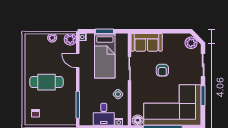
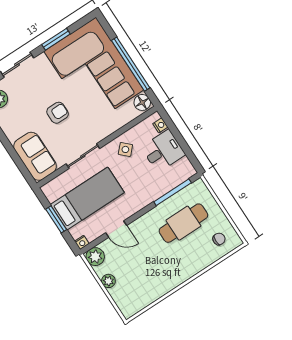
door: (78, 61) -> (116, 229), hinge flipped
cafe table: (46, 82) -> (183, 223), moved, turned 90

